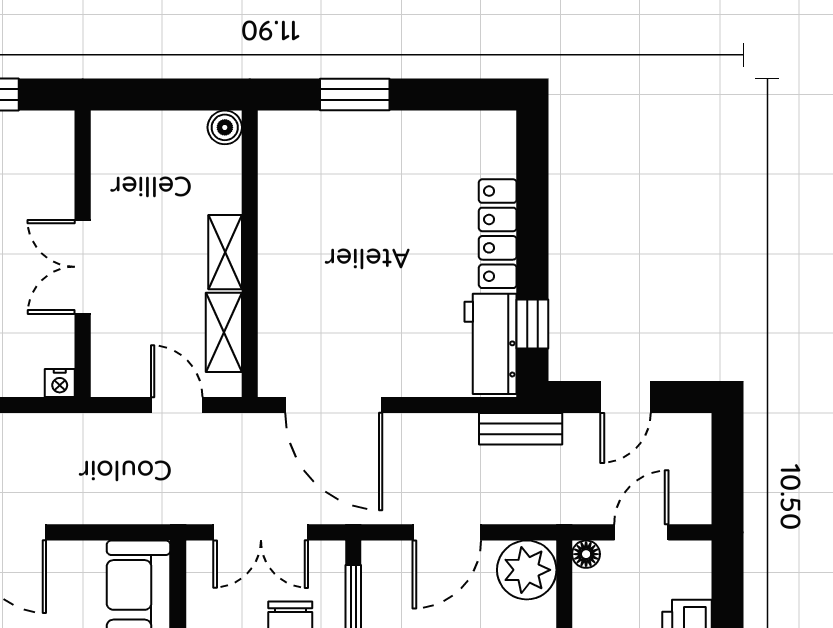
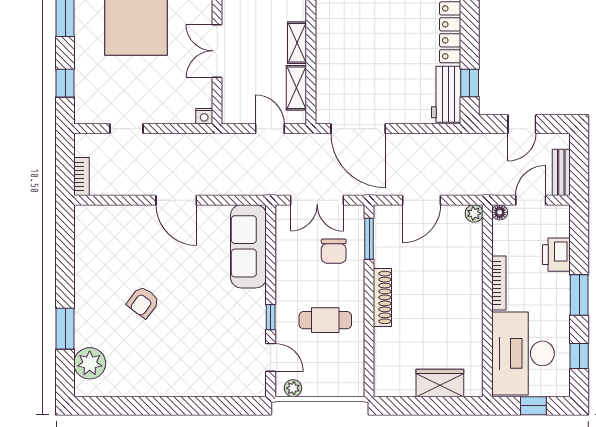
bench: (521, 429) -> (561, 172), moved, turned 90
plant: (527, 570) -> (474, 213), width x0.53, depth x0.53

